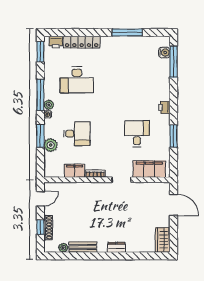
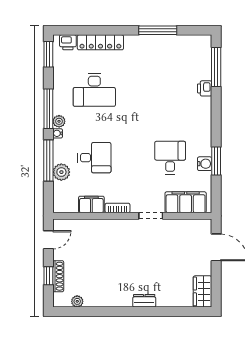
water cooler: (164, 52) -> (205, 164), moved
printer: (164, 107) -> (205, 88), moved
window: (40, 136) -> (48, 160), width x1.44
bench: (83, 247) -> (102, 301), removed

